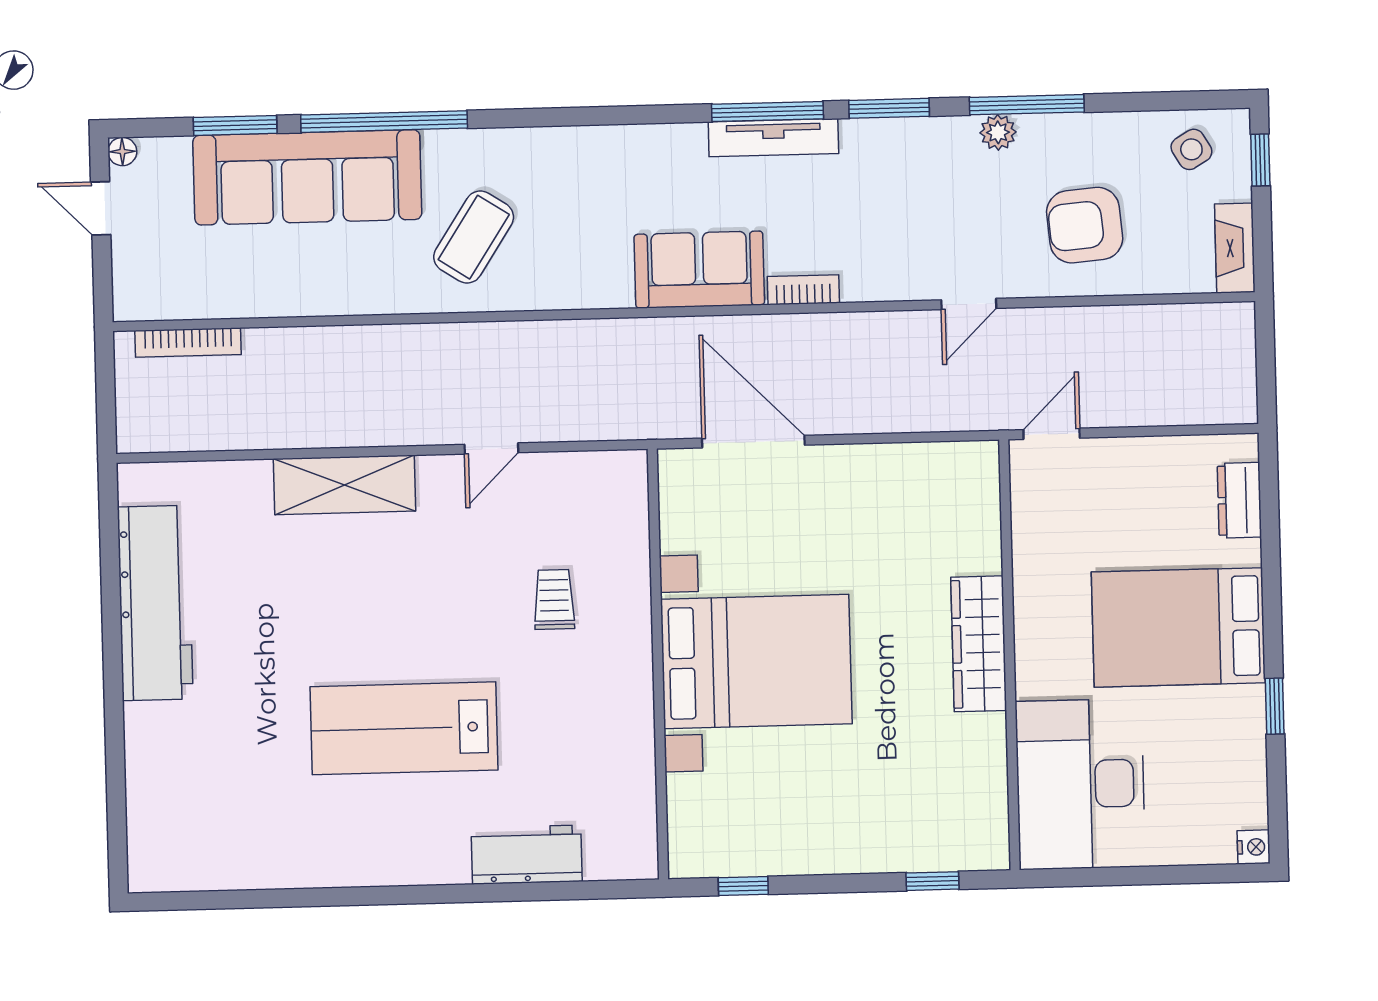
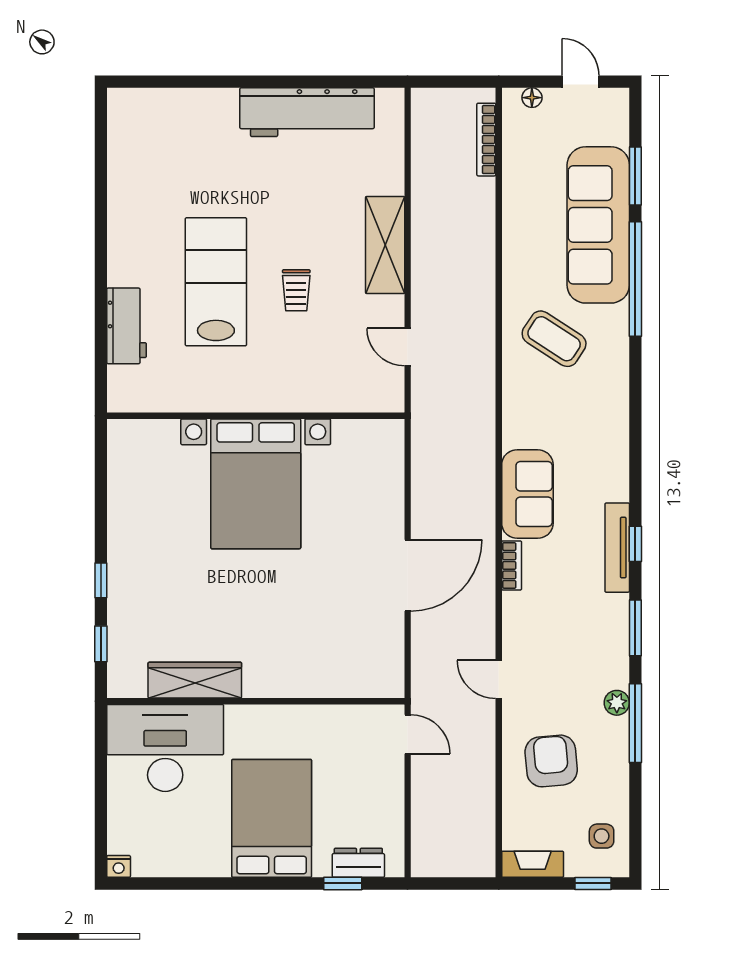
window: (768, 111) -> (635, 544), width x0.46
side table: (1191, 149) -> (602, 836), turned 31
floor lamp: (122, 152) -> (532, 98), moved
door: (101, 208) -> (581, 82), hinge flipped
door: (753, 442) -> (408, 575), moved
trolley: (554, 599) -> (296, 290), moved, turned 90
wardrobe: (979, 644) -> (195, 680), moved
bed with nightstands: (756, 662) -> (256, 484), moved
wall: (658, 664) -> (256, 416), moved
window: (1275, 706) -> (343, 883), moved
workbench: (527, 855) -> (127, 326), moved
window: (743, 886) -> (101, 580), moved

